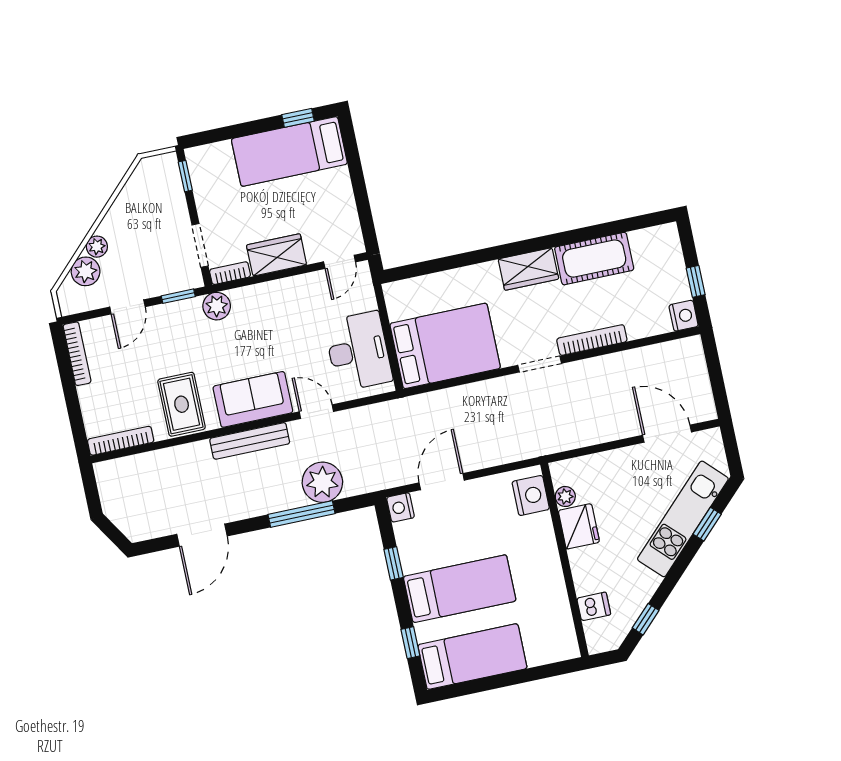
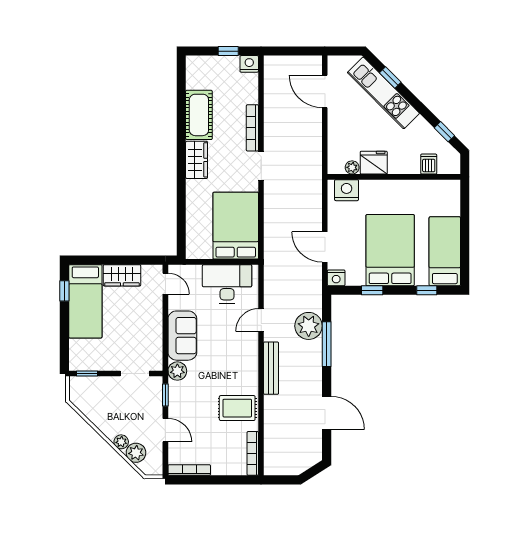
wardrobe: (277, 255) -> (122, 275), moved, turned -90
bookcase: (230, 273) -> (157, 358), removed
sofa: (253, 399) -> (182, 336), moved, turned 180
door: (667, 434) -> (325, 91), hinge flipped
bed: (460, 589) -> (390, 250), width x1.50

